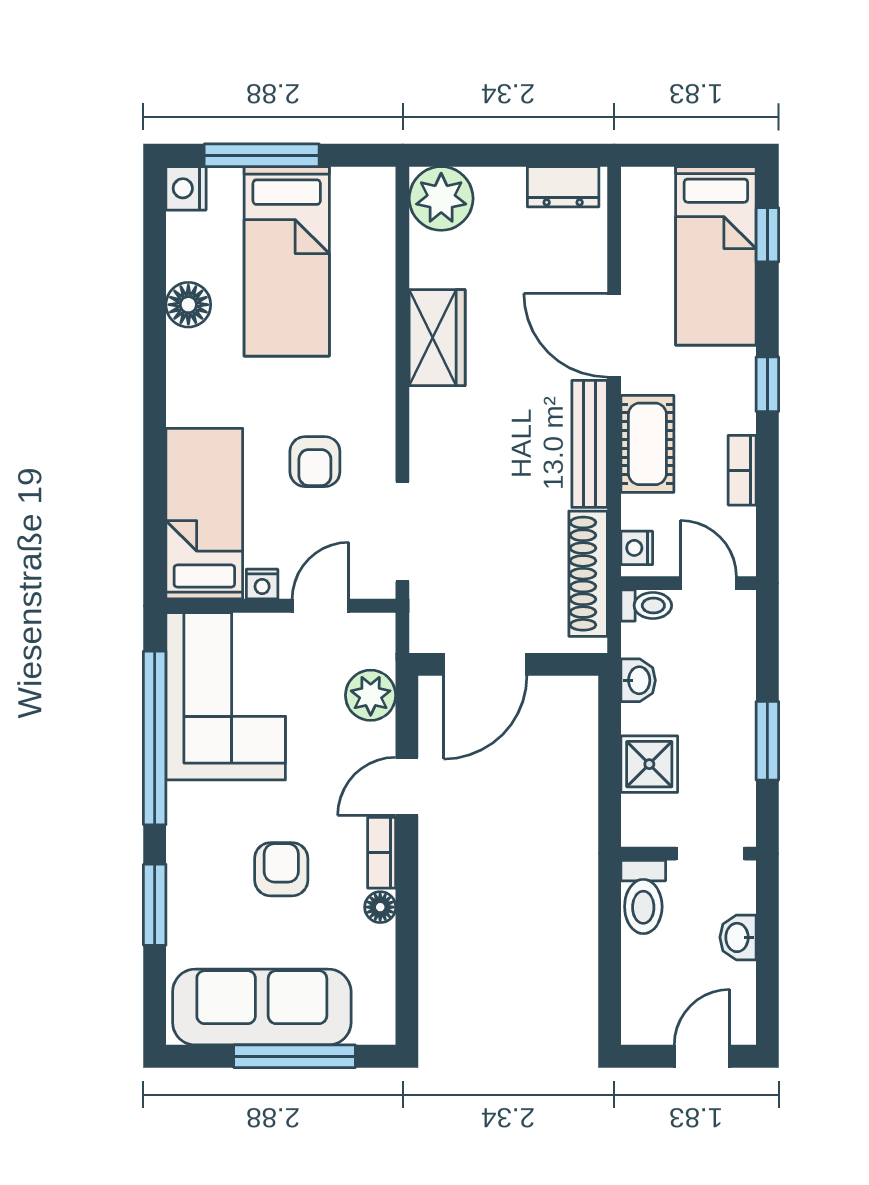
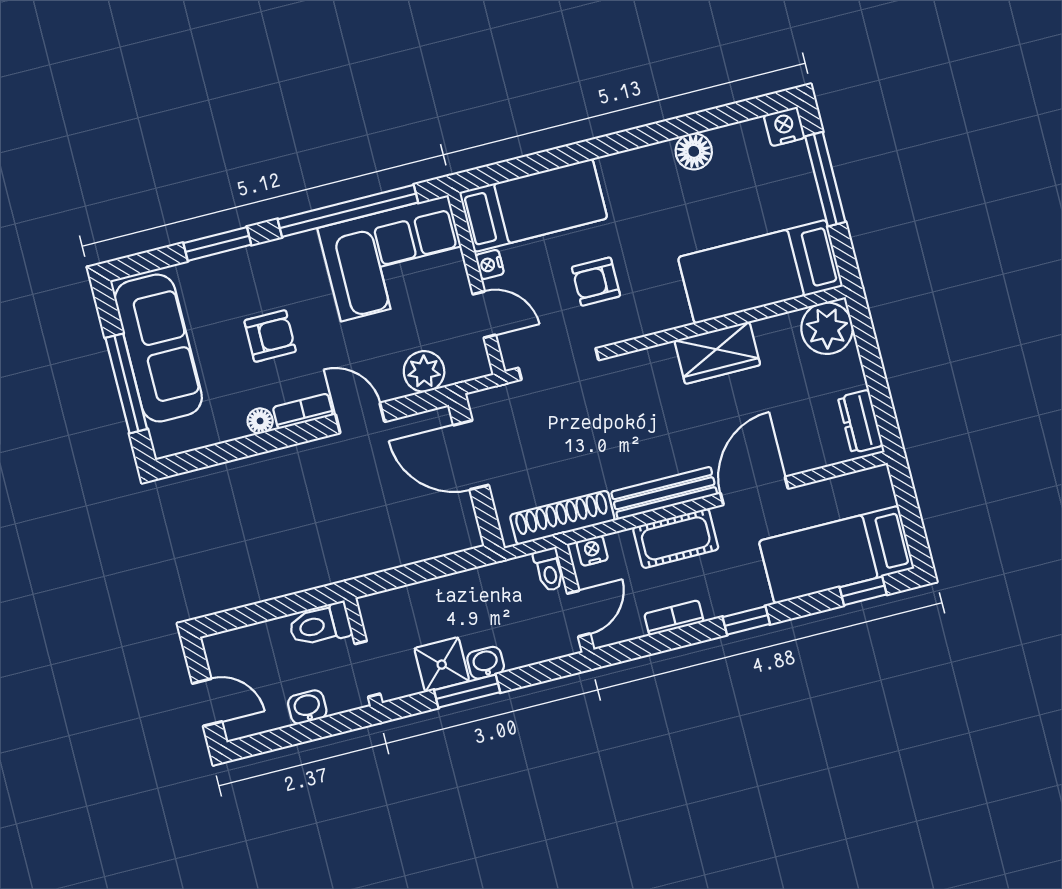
bed: (287, 261) -> (760, 272), moved
washbasin: (638, 680) -> (486, 663), moved, turned 180
shower: (649, 764) -> (442, 665), moved

